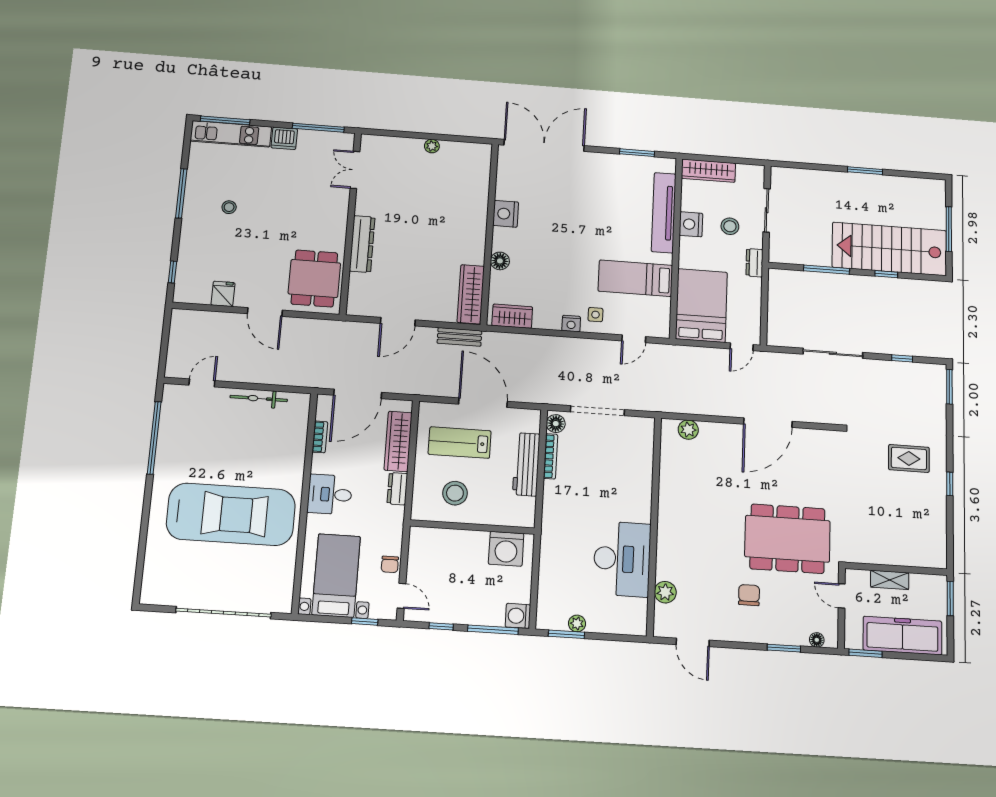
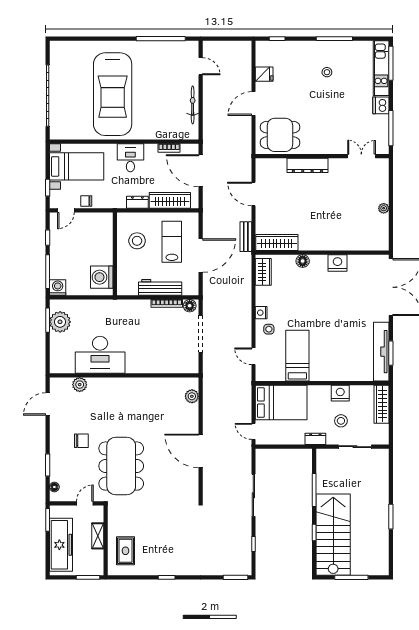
tv unit: (664, 213) -> (381, 352), moved, turned -90
rug: (909, 458) -> (125, 551), moved
plant: (577, 623) -> (60, 322), width x1.87, depth x1.87

